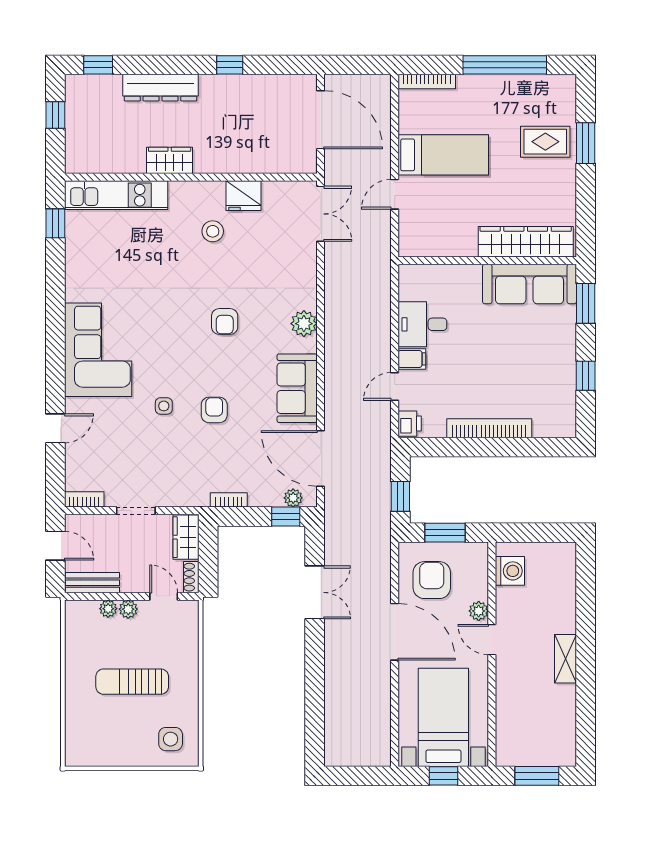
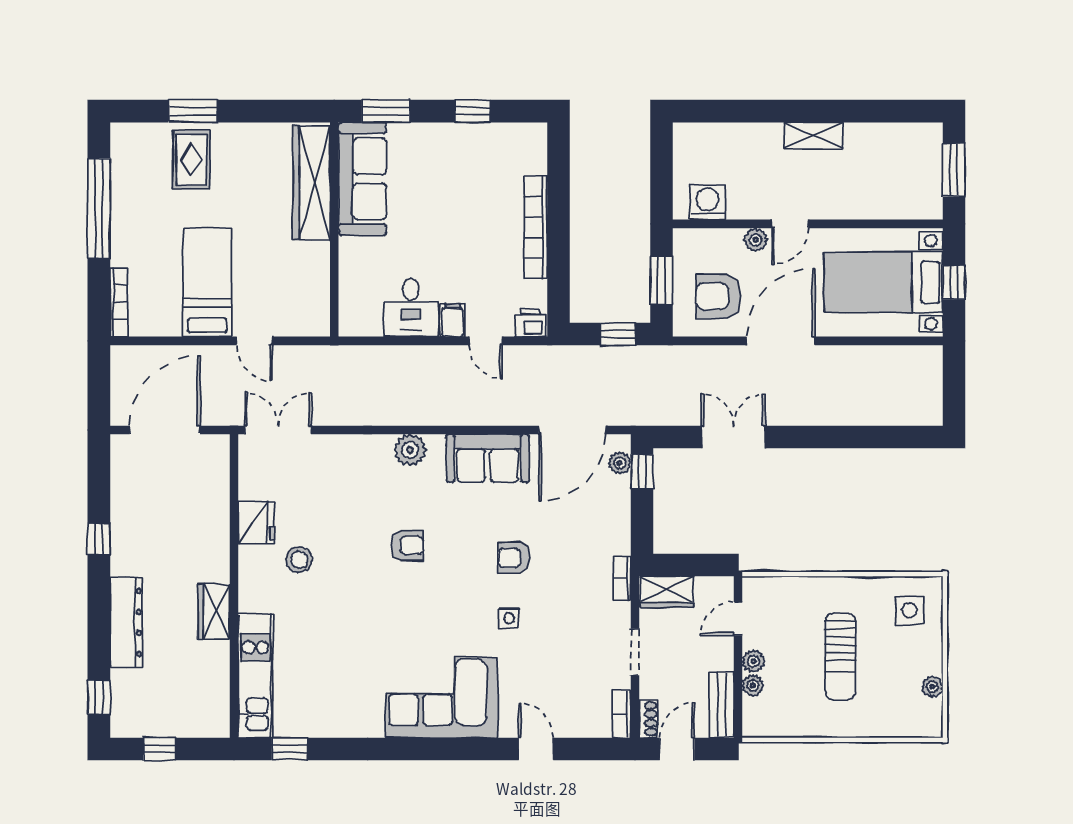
bookcase: (229, 500) -> (622, 578), moved
shoe rack: (191, 577) -> (648, 719), moved, turned -90
plant: (107, 758) -> (932, 687), added

